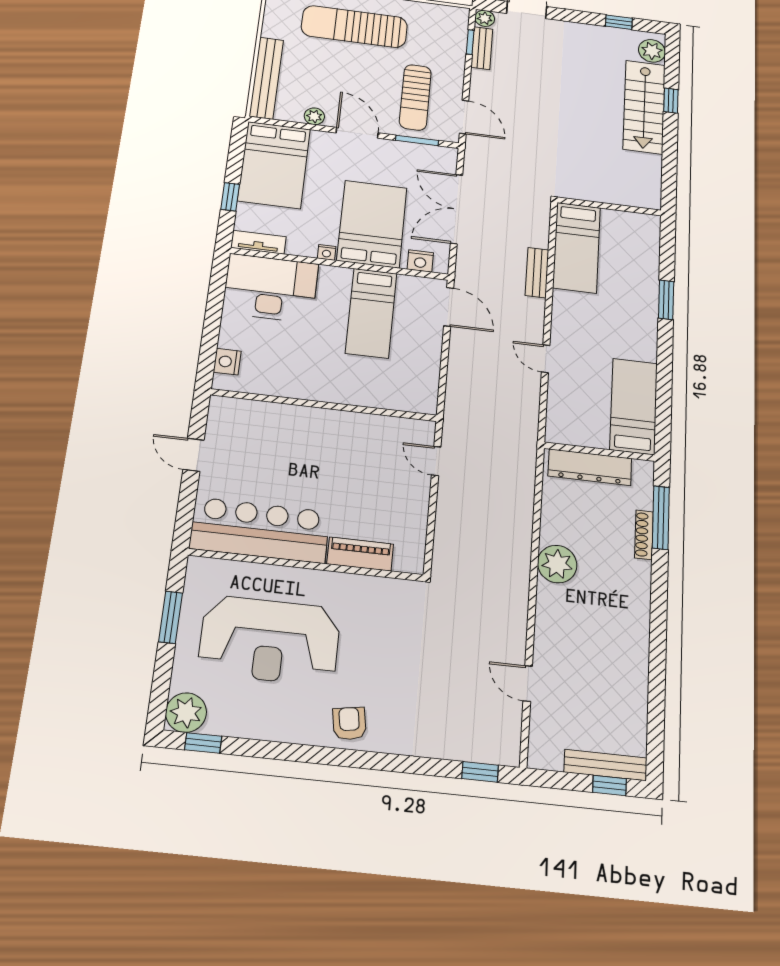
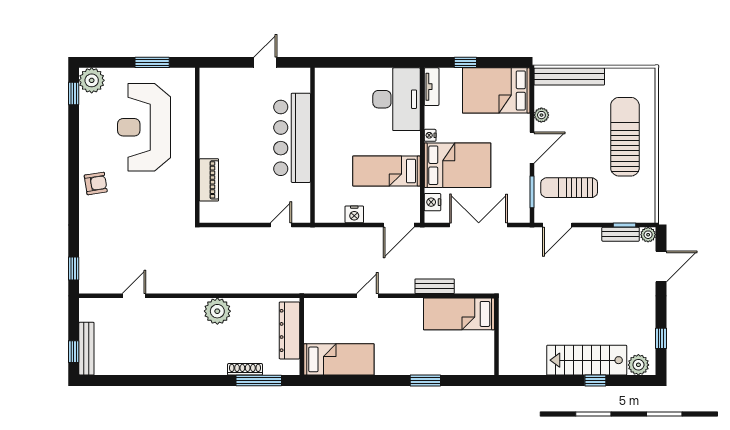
nightstand: (227, 362) -> (354, 214), moved, turned 180
bar counter: (260, 530) -> (292, 138), moved, turned 180

